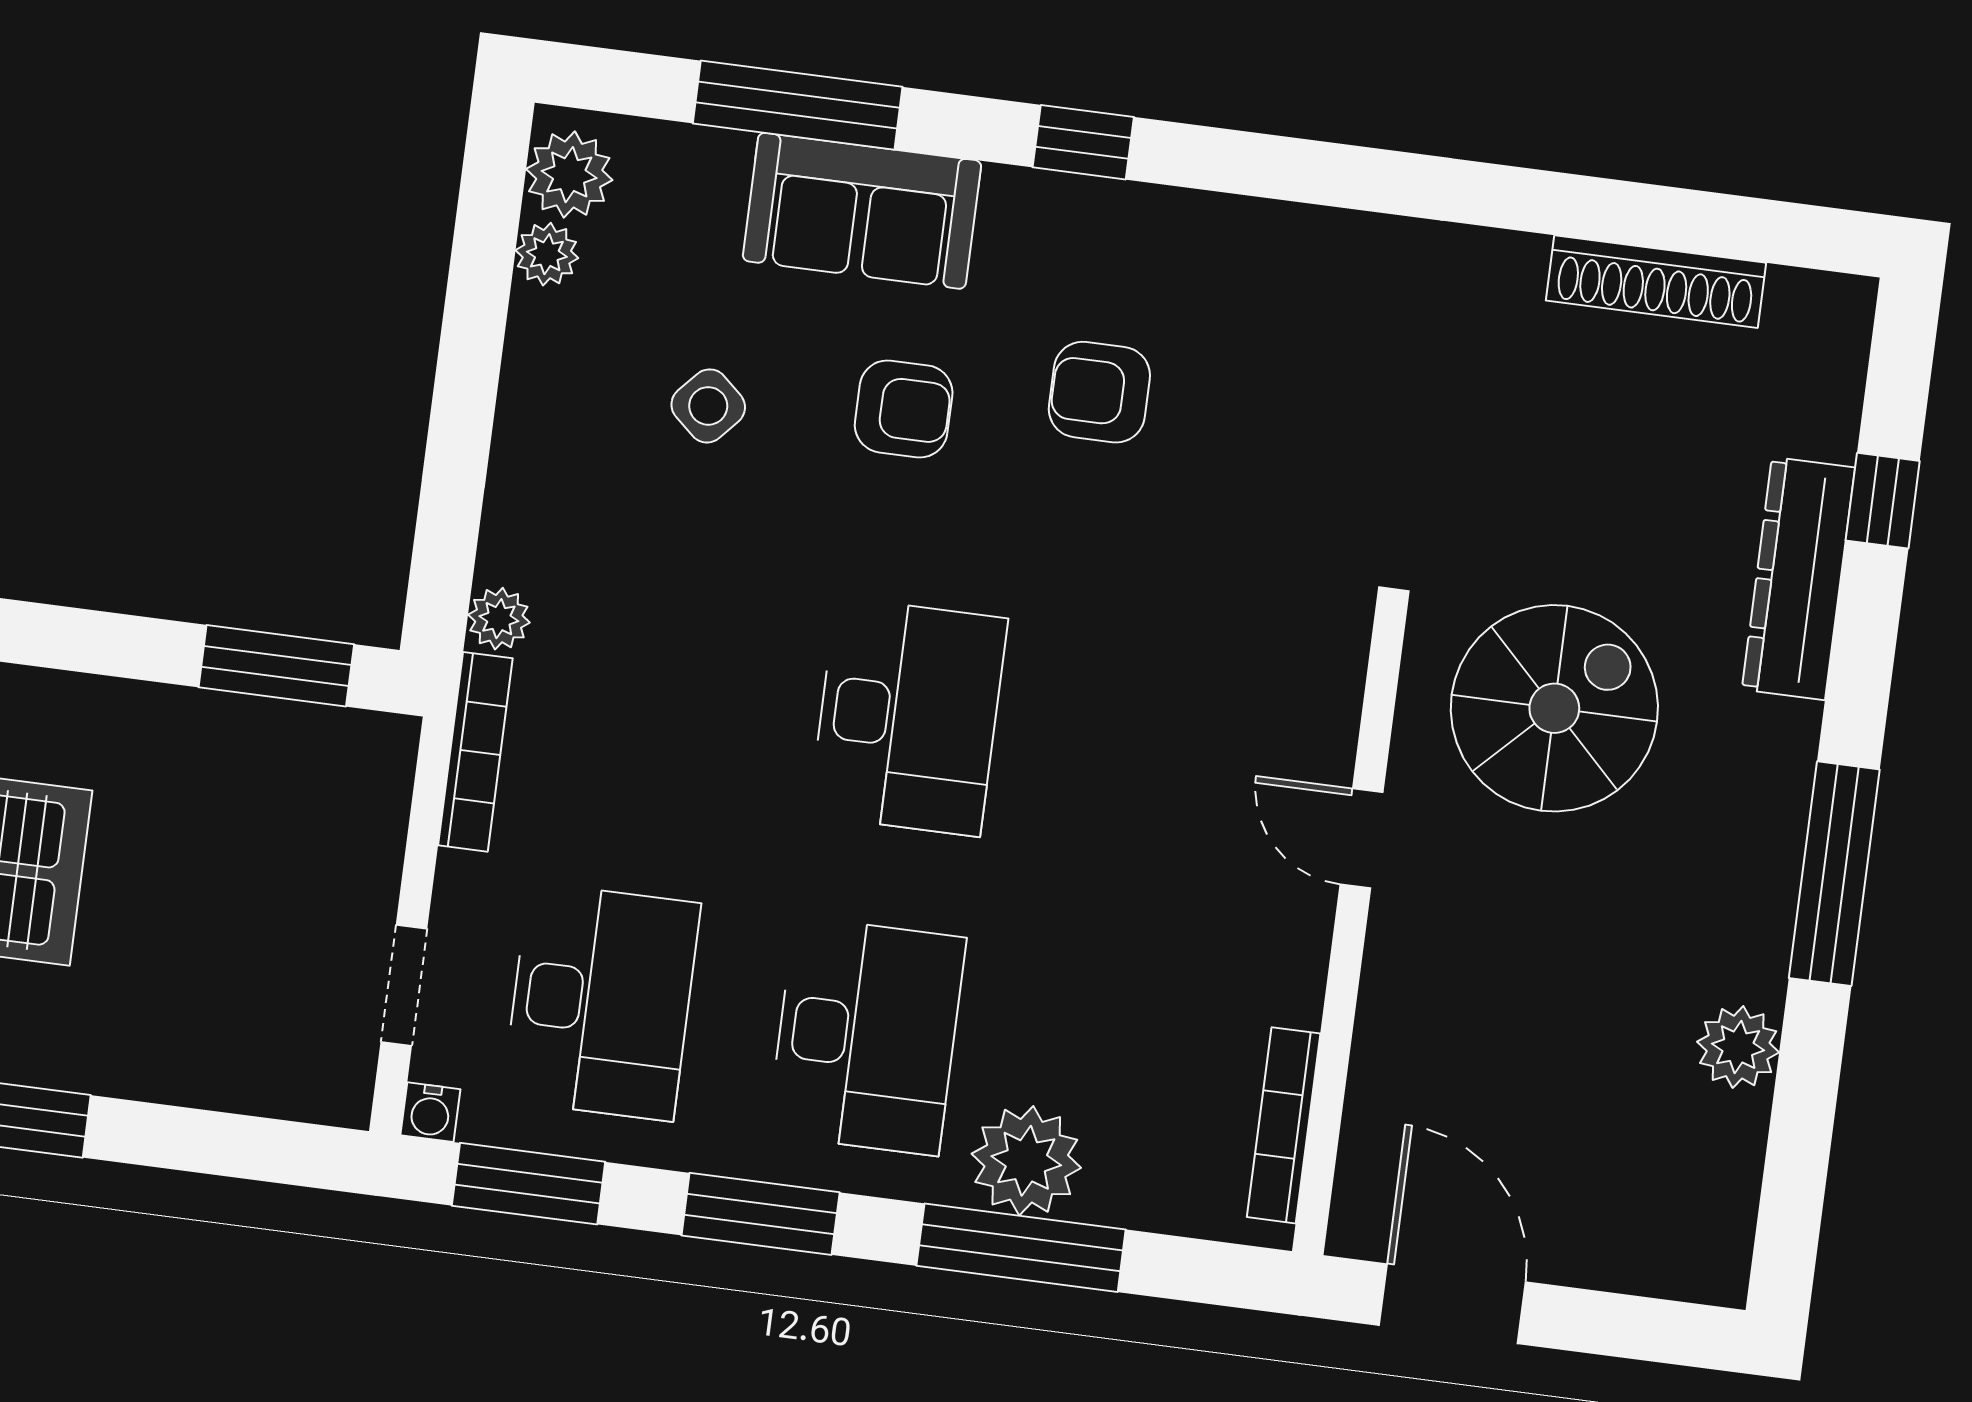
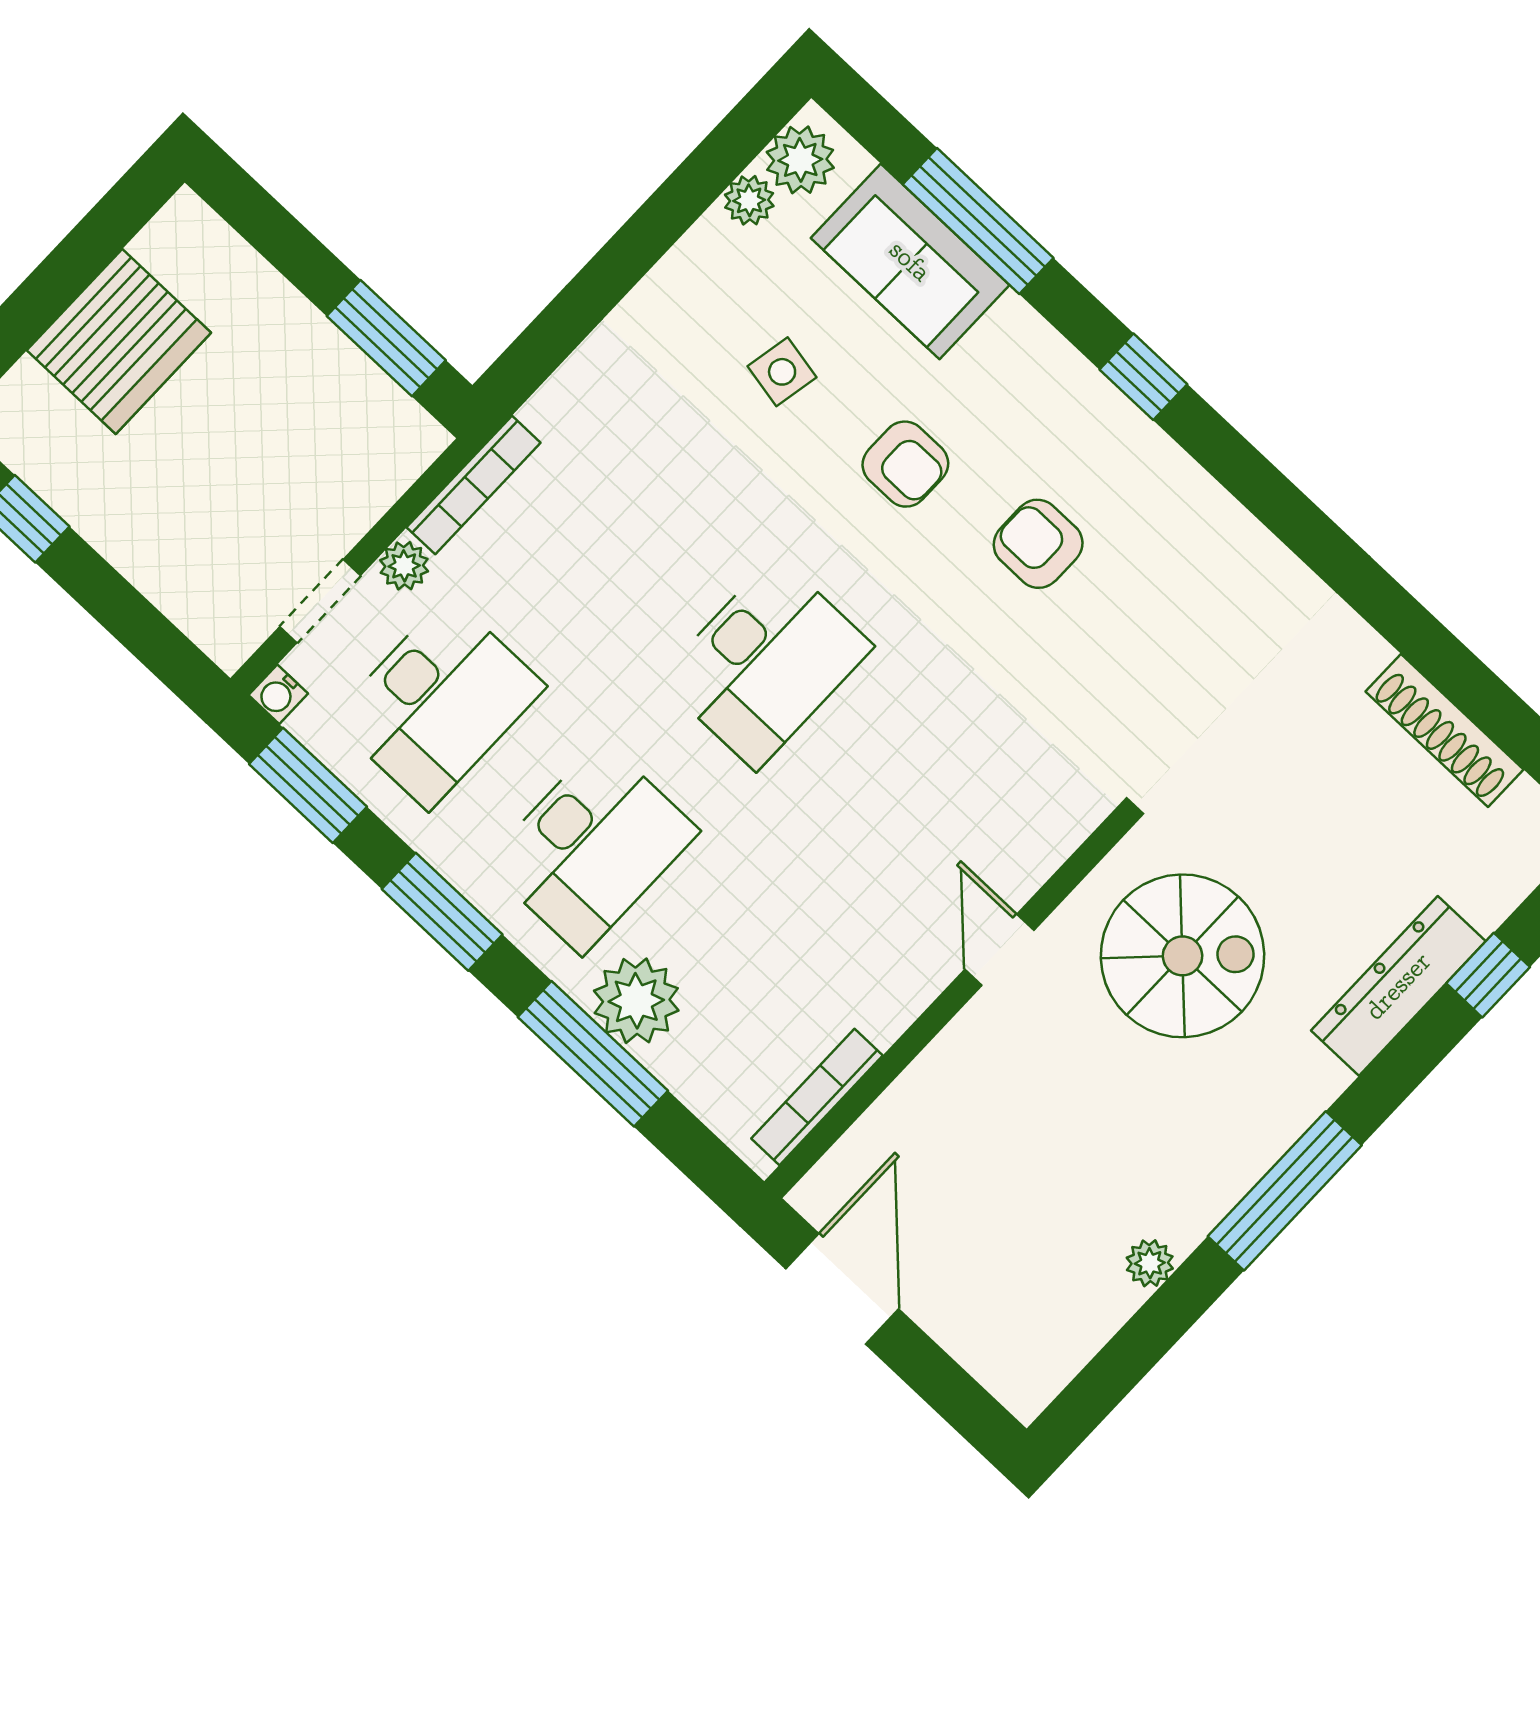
sofa: (862, 211) -> (910, 261), moved
side table: (708, 406) -> (782, 372), turned -31
plant: (499, 619) -> (404, 566), moved
plant: (1738, 1047) -> (1150, 1263), width x0.73, depth x0.73

